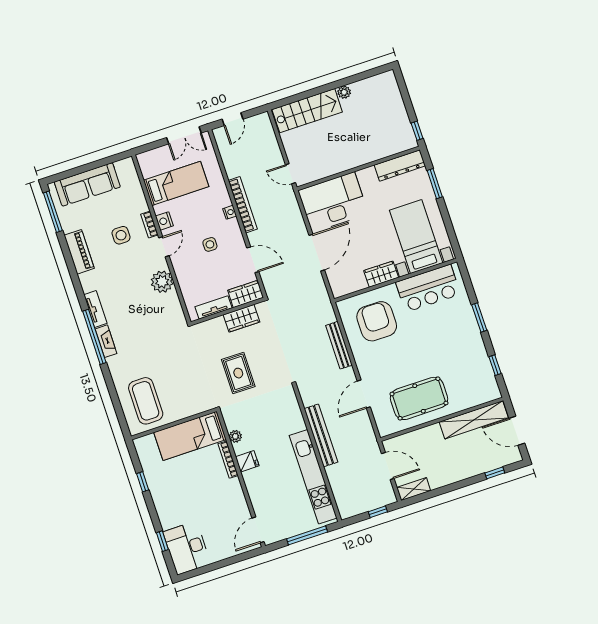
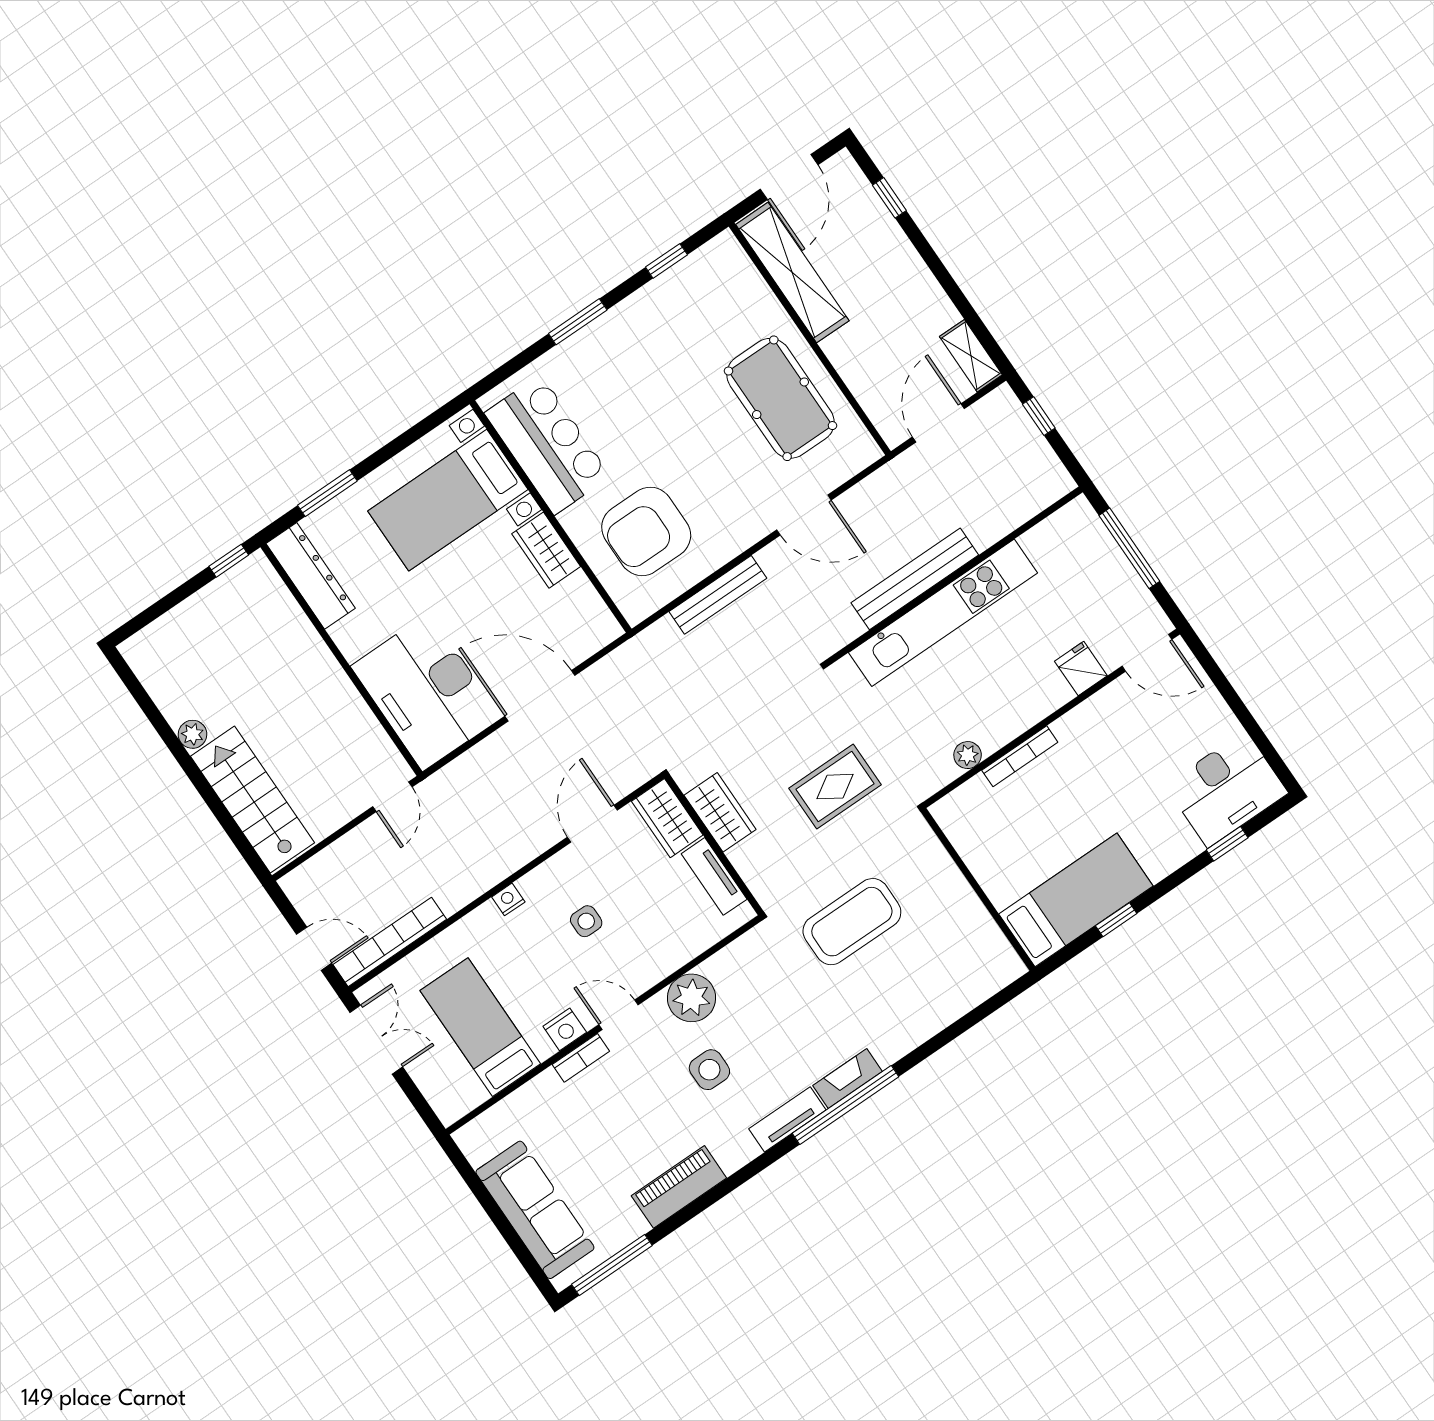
bookcase: (243, 205) -> (390, 942), moved
side table: (121, 235) -> (709, 1070), moved
coffee table: (146, 401) -> (852, 922), moved
bed: (190, 436) -> (1076, 900), moved, turned -90
fridge: (247, 461) -> (1081, 668), moved
kitchen unit: (313, 477) -> (943, 613), moved

